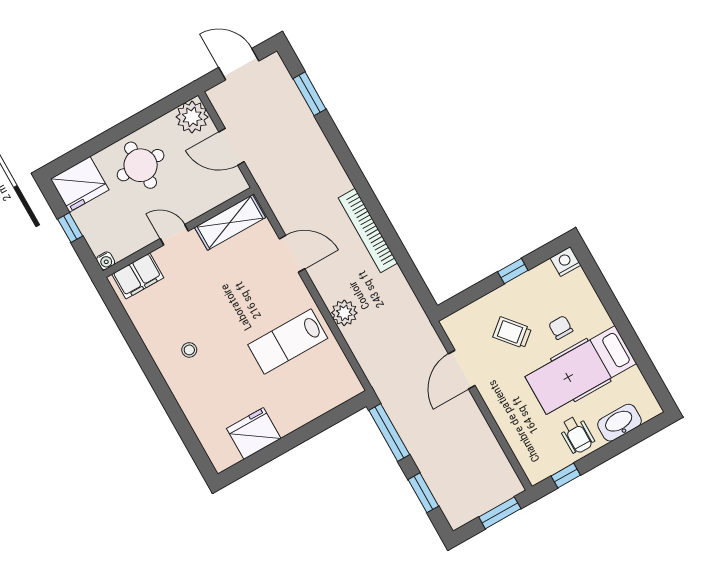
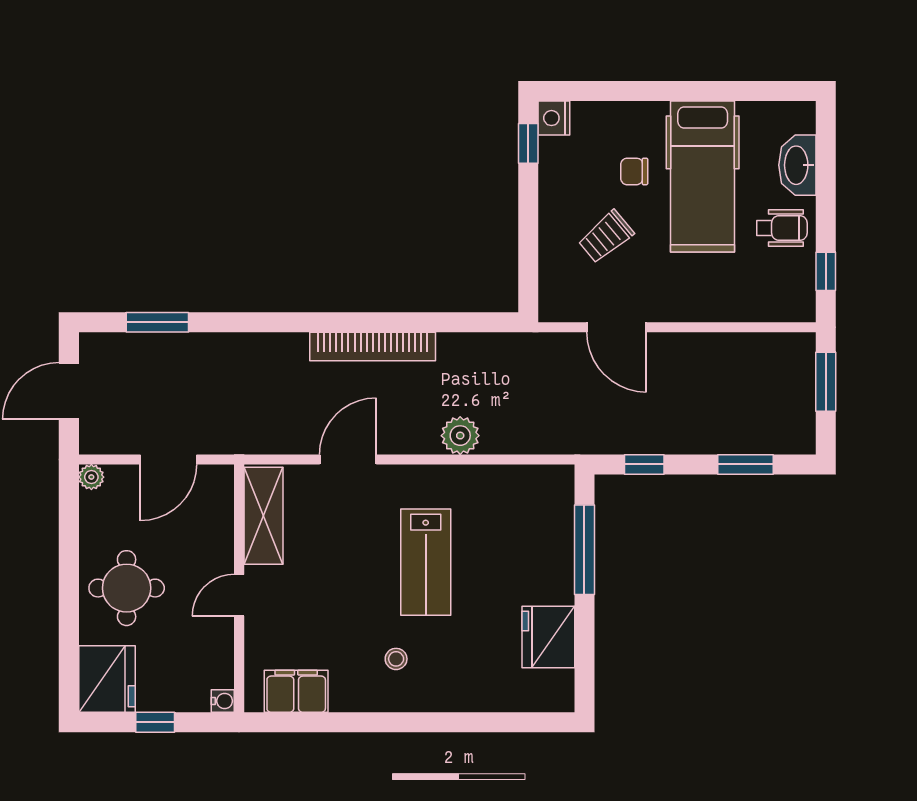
plant: (192, 117) -> (91, 477), width x0.53, depth x0.53
window: (513, 271) -> (528, 143), moved
filing cabinet: (138, 276) -> (296, 691), moved, turned -90
lab bench: (288, 341) -> (426, 562), moved
window: (318, 426) -> (584, 550), added
window: (389, 432) -> (644, 464), width x0.46

